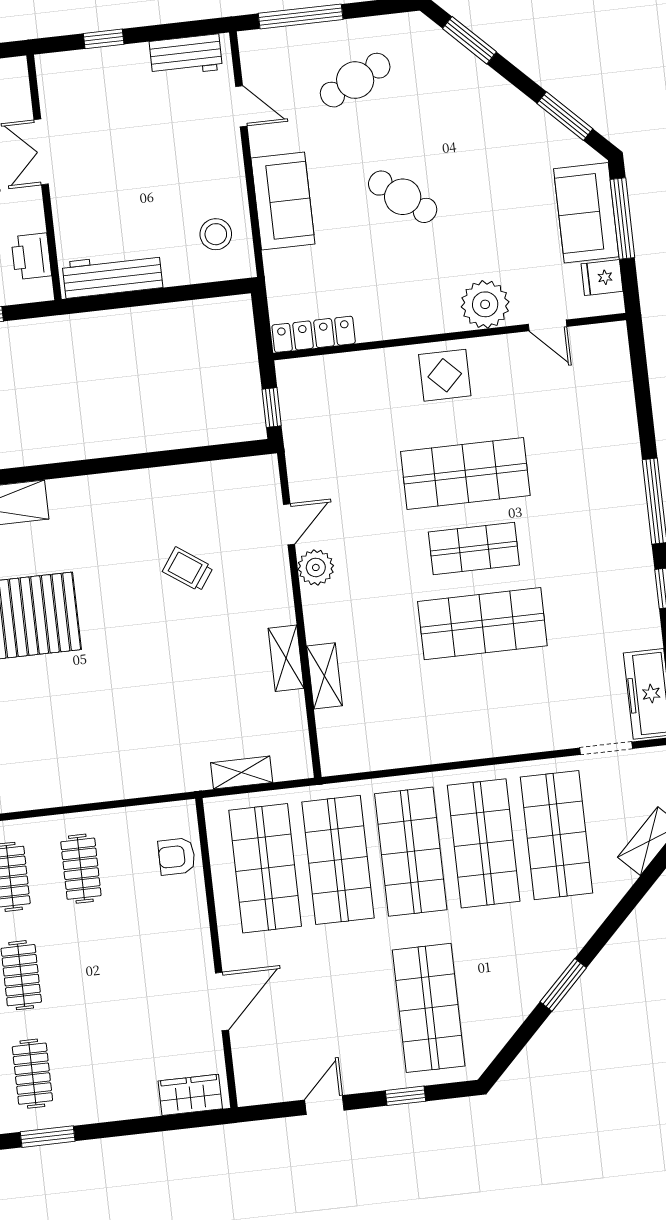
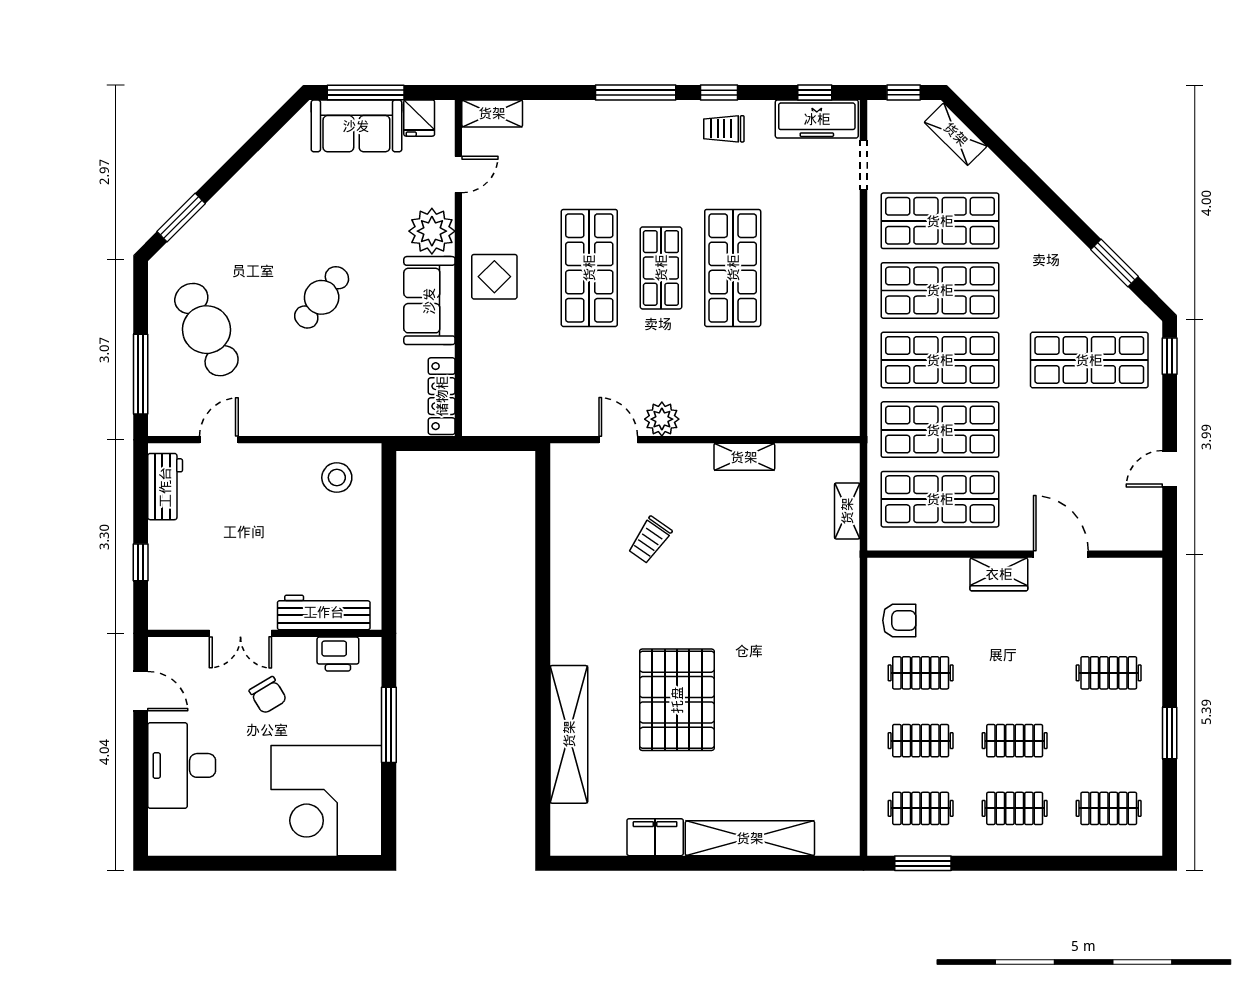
cafe table: (355, 80) -> (206, 330), width x1.37, depth x1.35
window: (565, 116) -> (263, 136), removed
sofa: (283, 201) -> (429, 301), moved, turned -90
workbench: (112, 275) -> (324, 612), moved, turned 90
window: (272, 408) -> (506, 443), removed
trolley: (627, 598) -> (724, 129), added
shelving: (324, 676) -> (492, 113), moved
armchair: (177, 856) -> (899, 620), moved, turned -90
window: (563, 985) -> (1114, 263), moved
clothes rail: (32, 1074) -> (1109, 673), moved
wardrobe: (190, 1095) -> (999, 574), moved, turned -90
window: (405, 1096) -> (1170, 356), moved
door: (324, 1105) -> (1170, 469), hinge flipped

